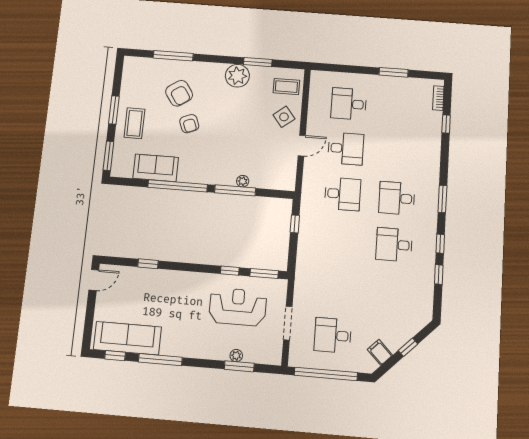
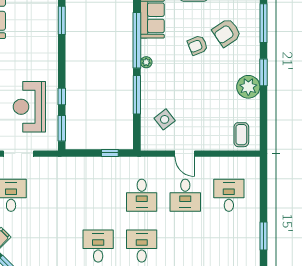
window: (258, 62) -> (263, 72), moved
side table: (284, 117) -> (165, 119), moved
plant: (243, 181) -> (146, 62), moved
window: (148, 264) -> (62, 20), width x1.50
reception desk: (238, 307) -> (29, 107), turned 180

